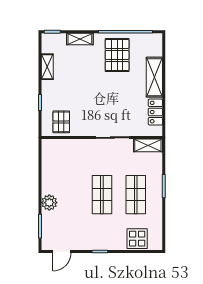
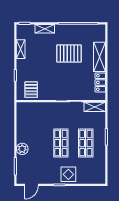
pallet: (117, 55) -> (69, 53), moved, turned 90
display table: (137, 239) -> (68, 174), moved

